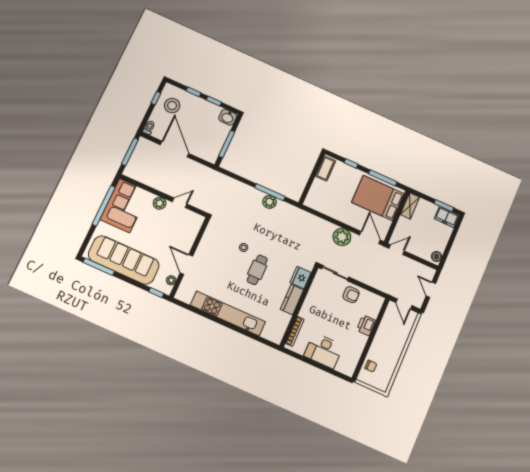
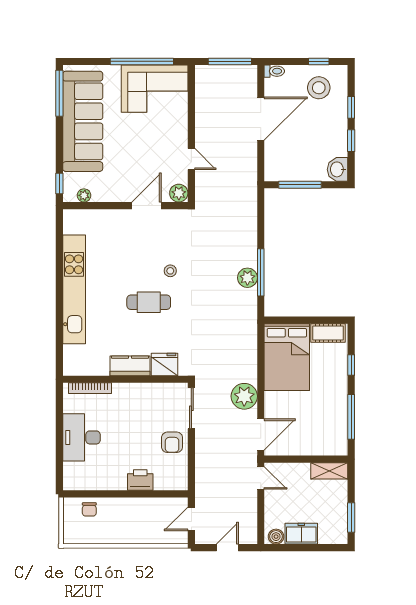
bed: (378, 198) -> (287, 357), moved, turned 180
plant: (160, 203) -> (179, 193), moved
freezer: (447, 217) -> (301, 534), moved, turned 90
door: (186, 265) -> (146, 206), moved

